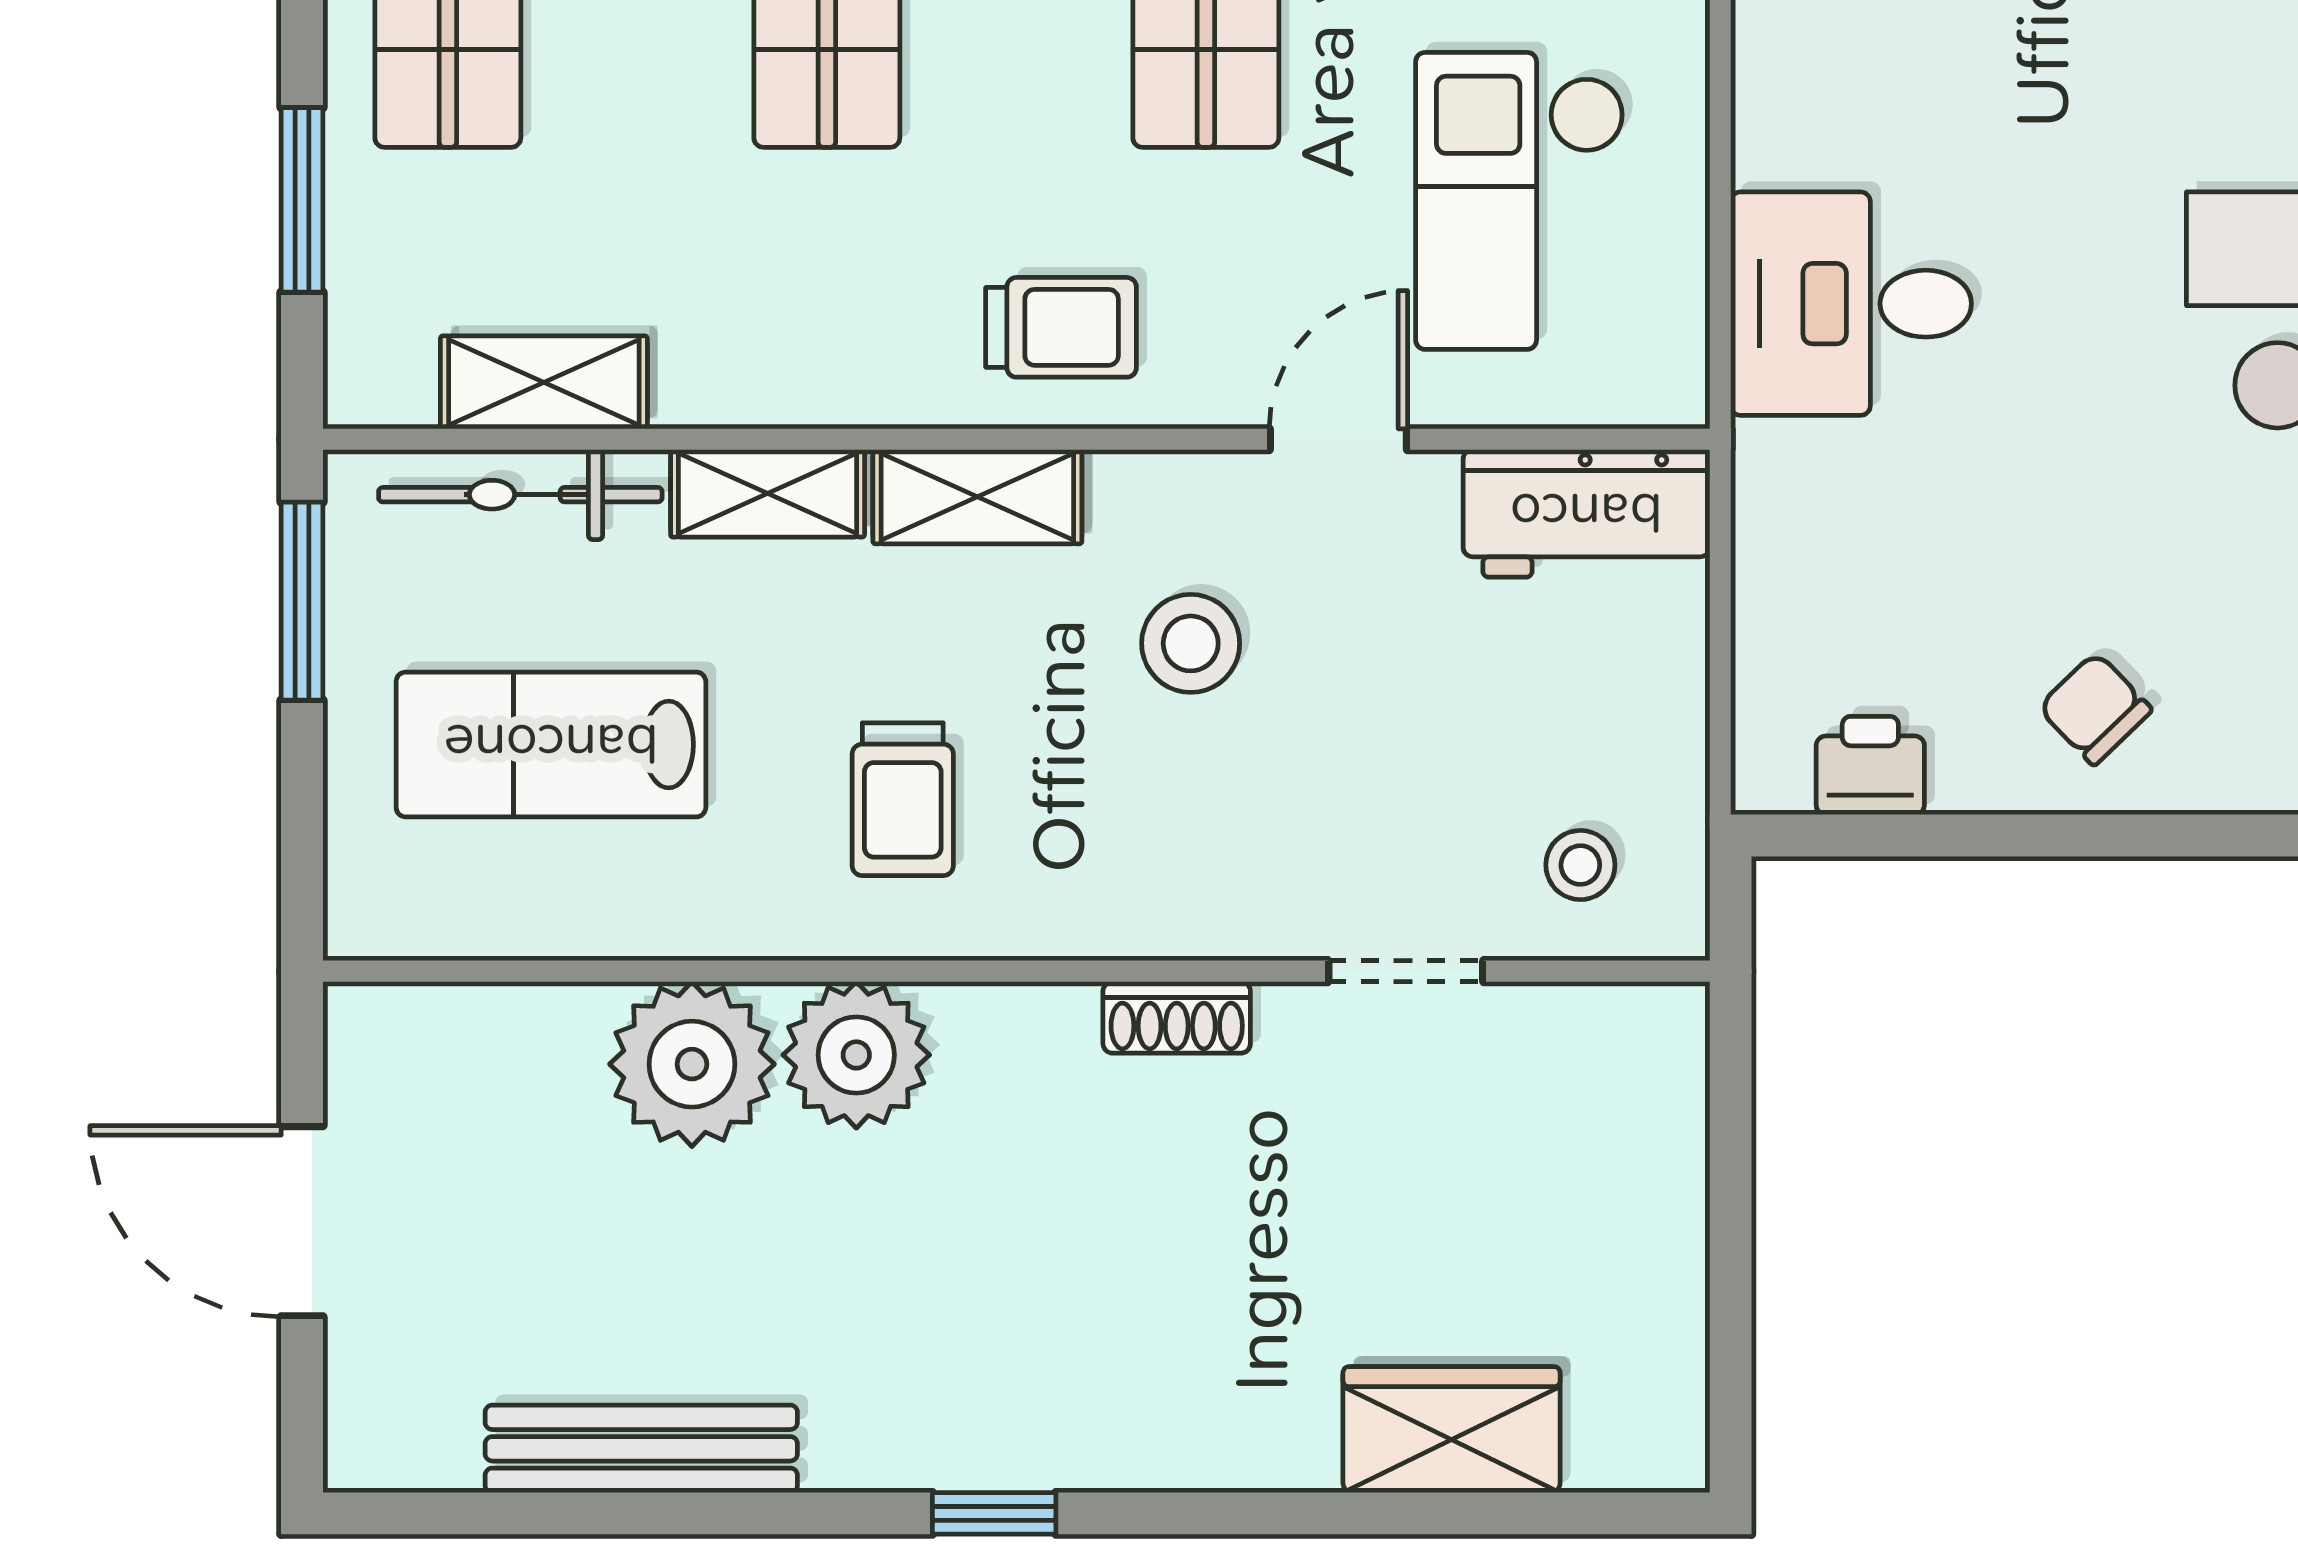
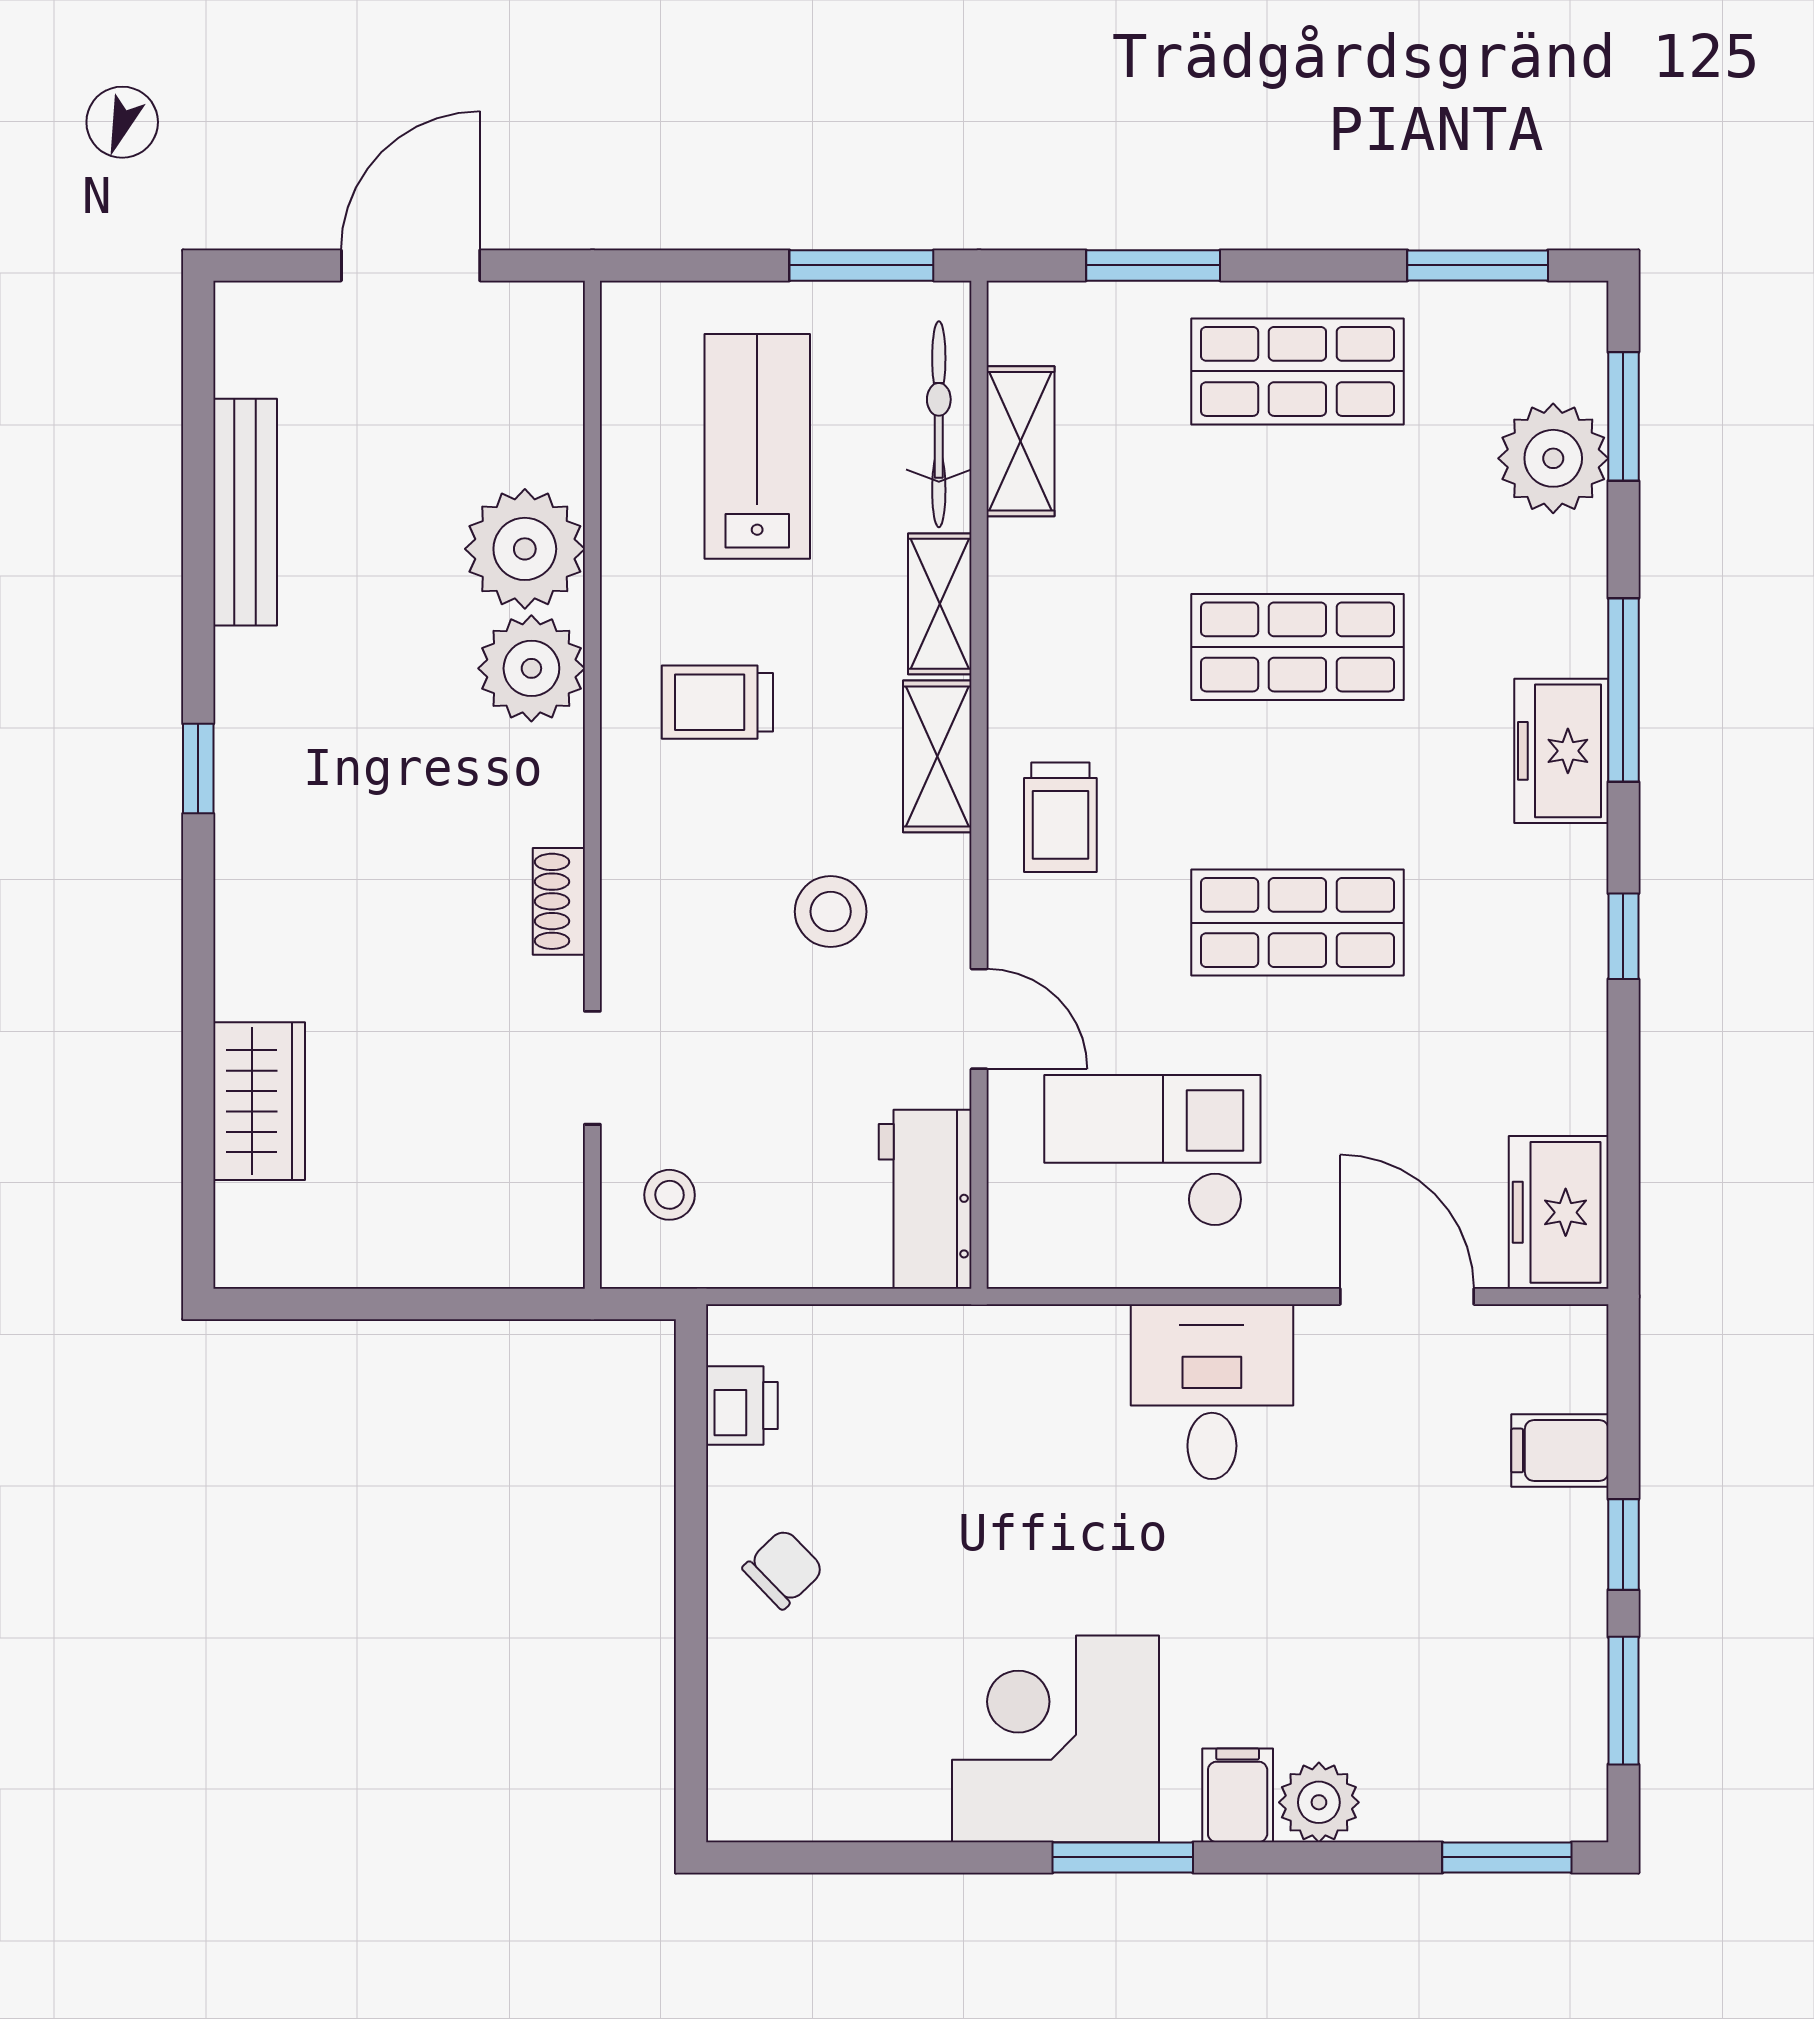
desk: (1851, 304) -> (1212, 1392), moved

